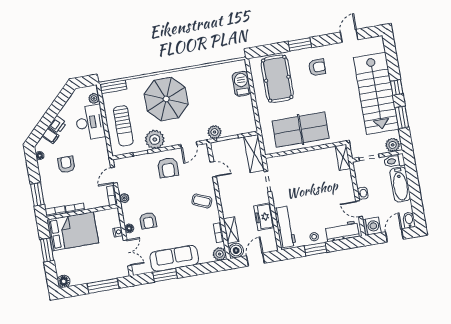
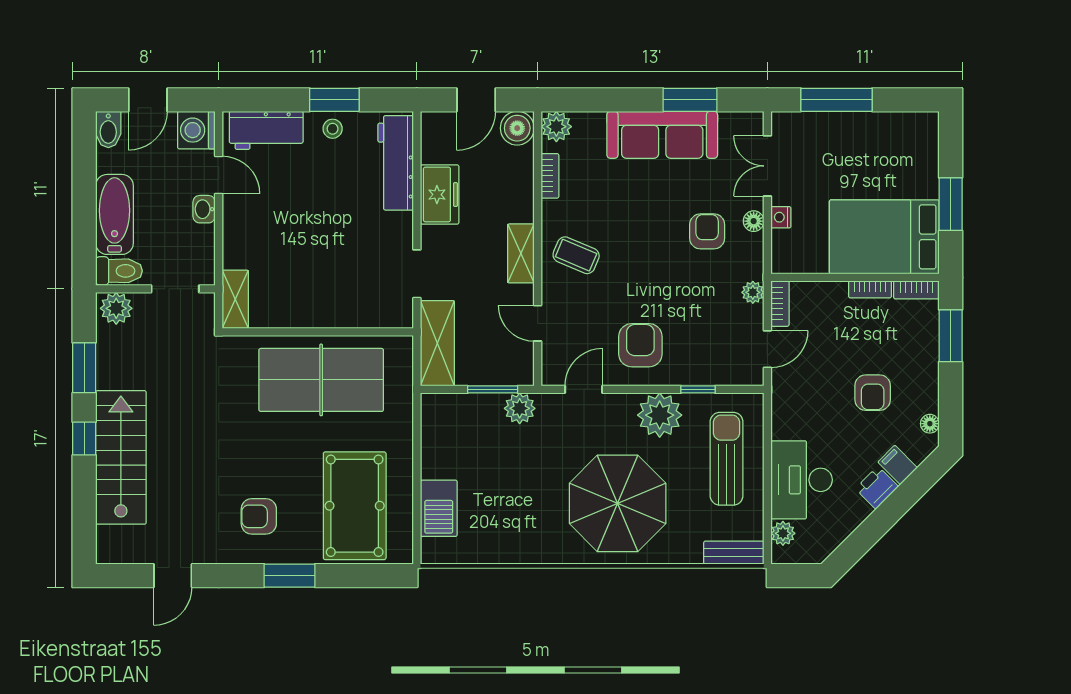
stairs: (376, 93) -> (121, 457), width x0.73, depth x0.66
shelving: (231, 230) -> (521, 253), moved
floor lamp: (64, 281) -> (925, 126), removed

